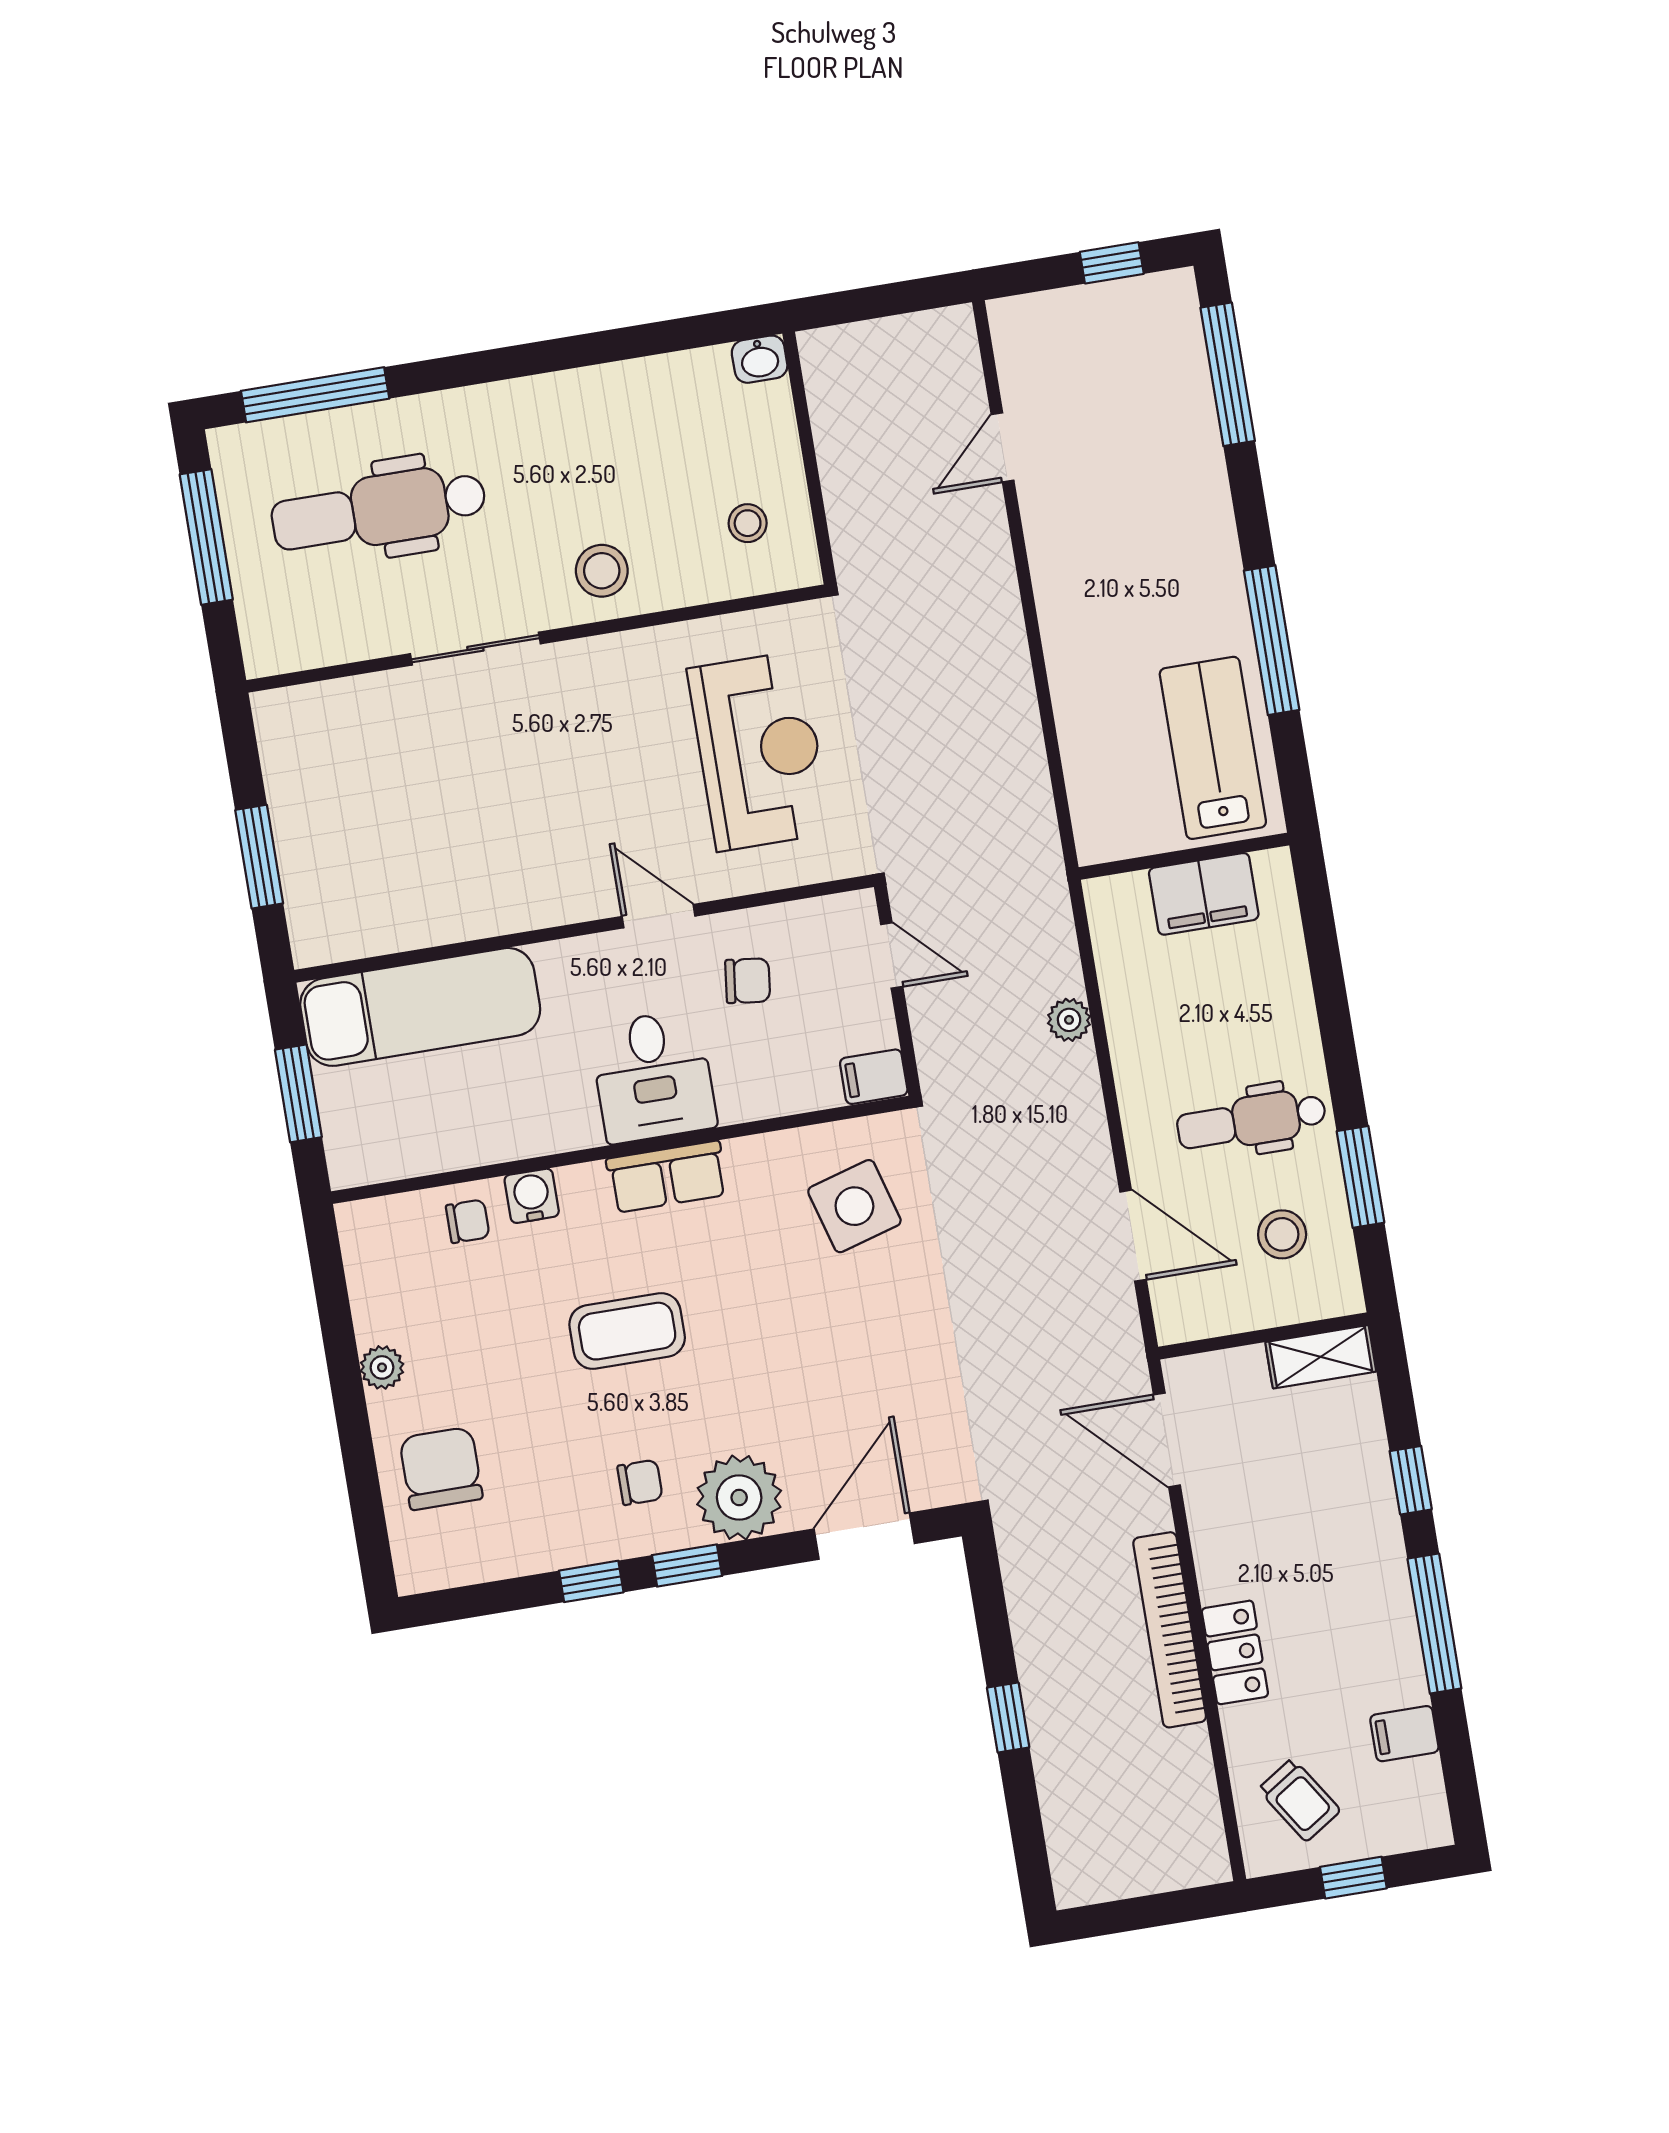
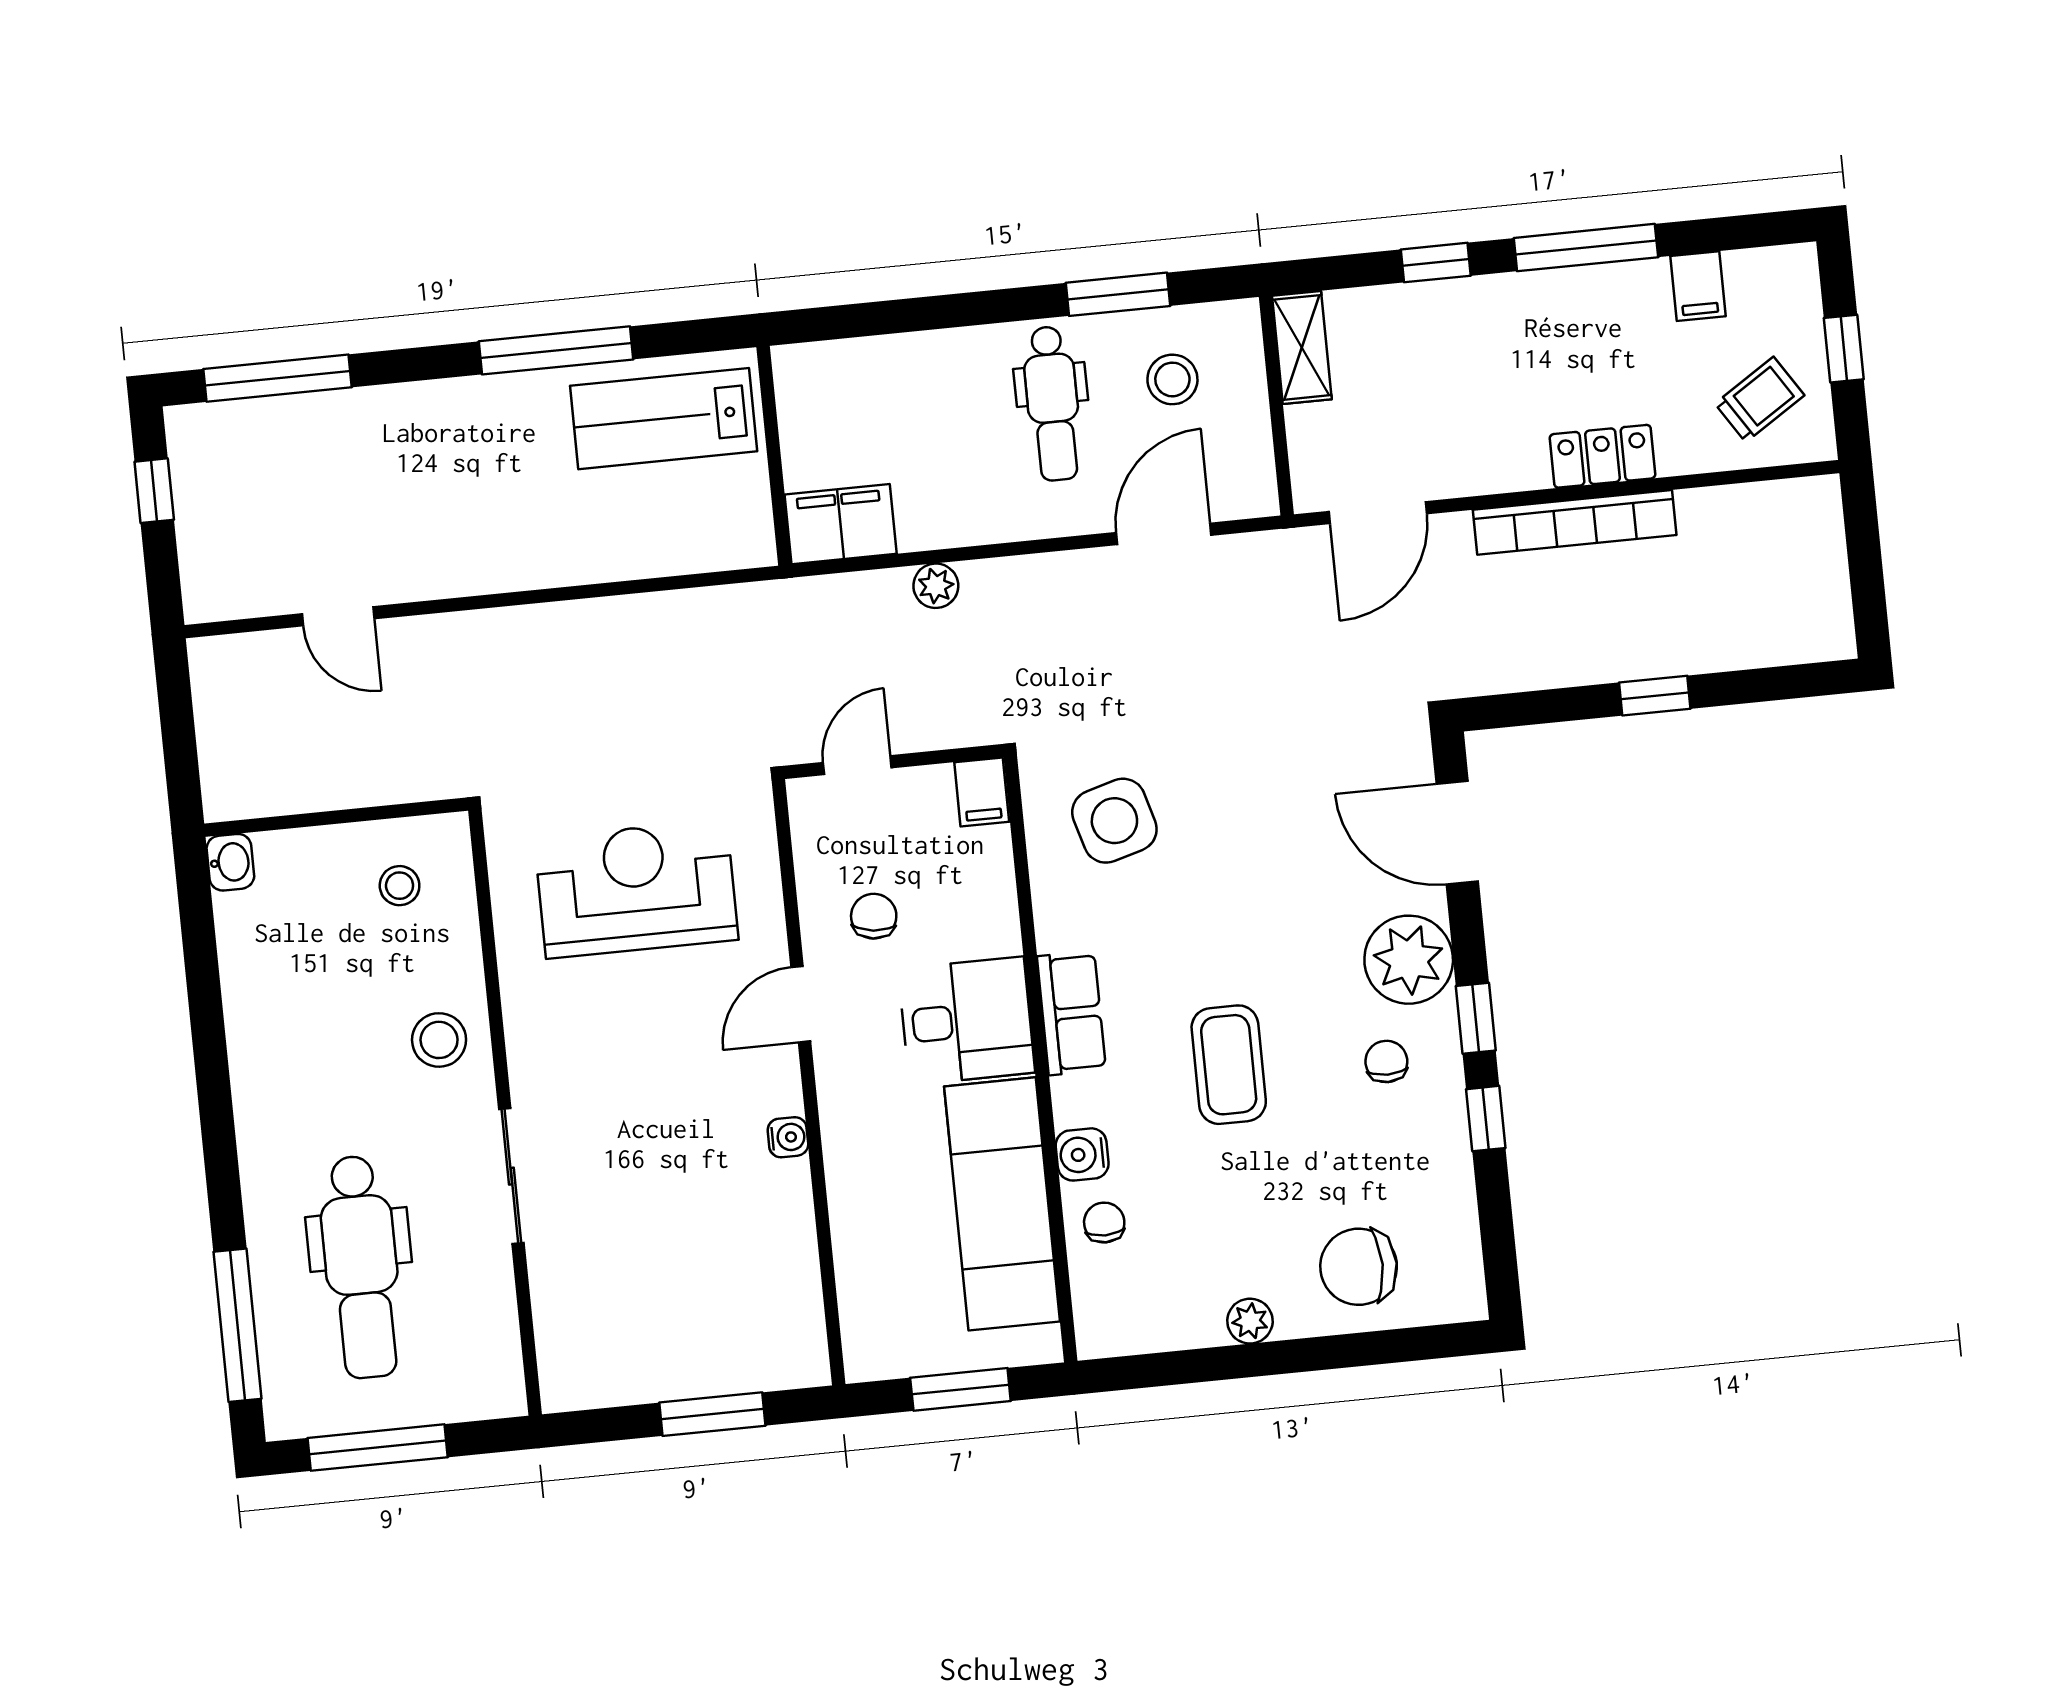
filing cabinet: (1204, 894) -> (841, 524), moved, turned -90
water cooler: (530, 912) -> (788, 1137), added
exam couch: (420, 1007) -> (1002, 1204), moved, turned 180

